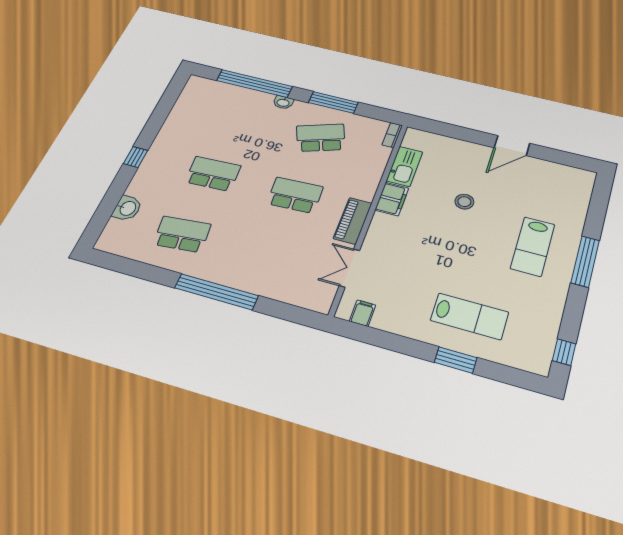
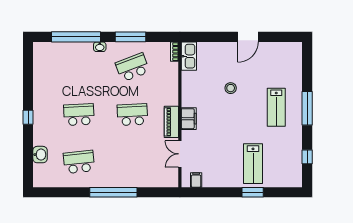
kitchen sink: (404, 166) -> (189, 56), moved
filing cabinet: (392, 199) -> (189, 119), moved
lab bench: (470, 316) -> (253, 164), turned 90
window: (564, 352) -> (307, 157), moved

